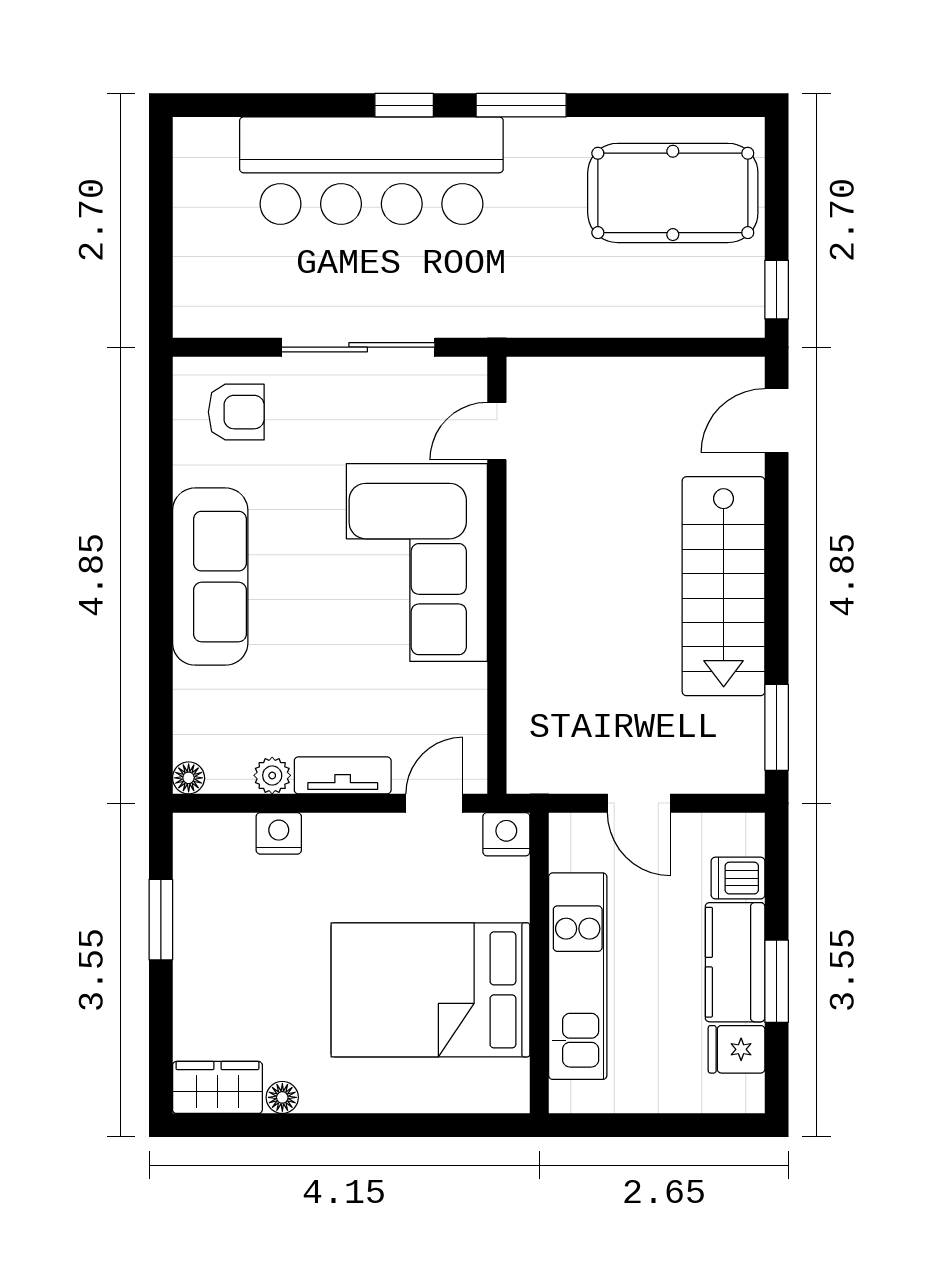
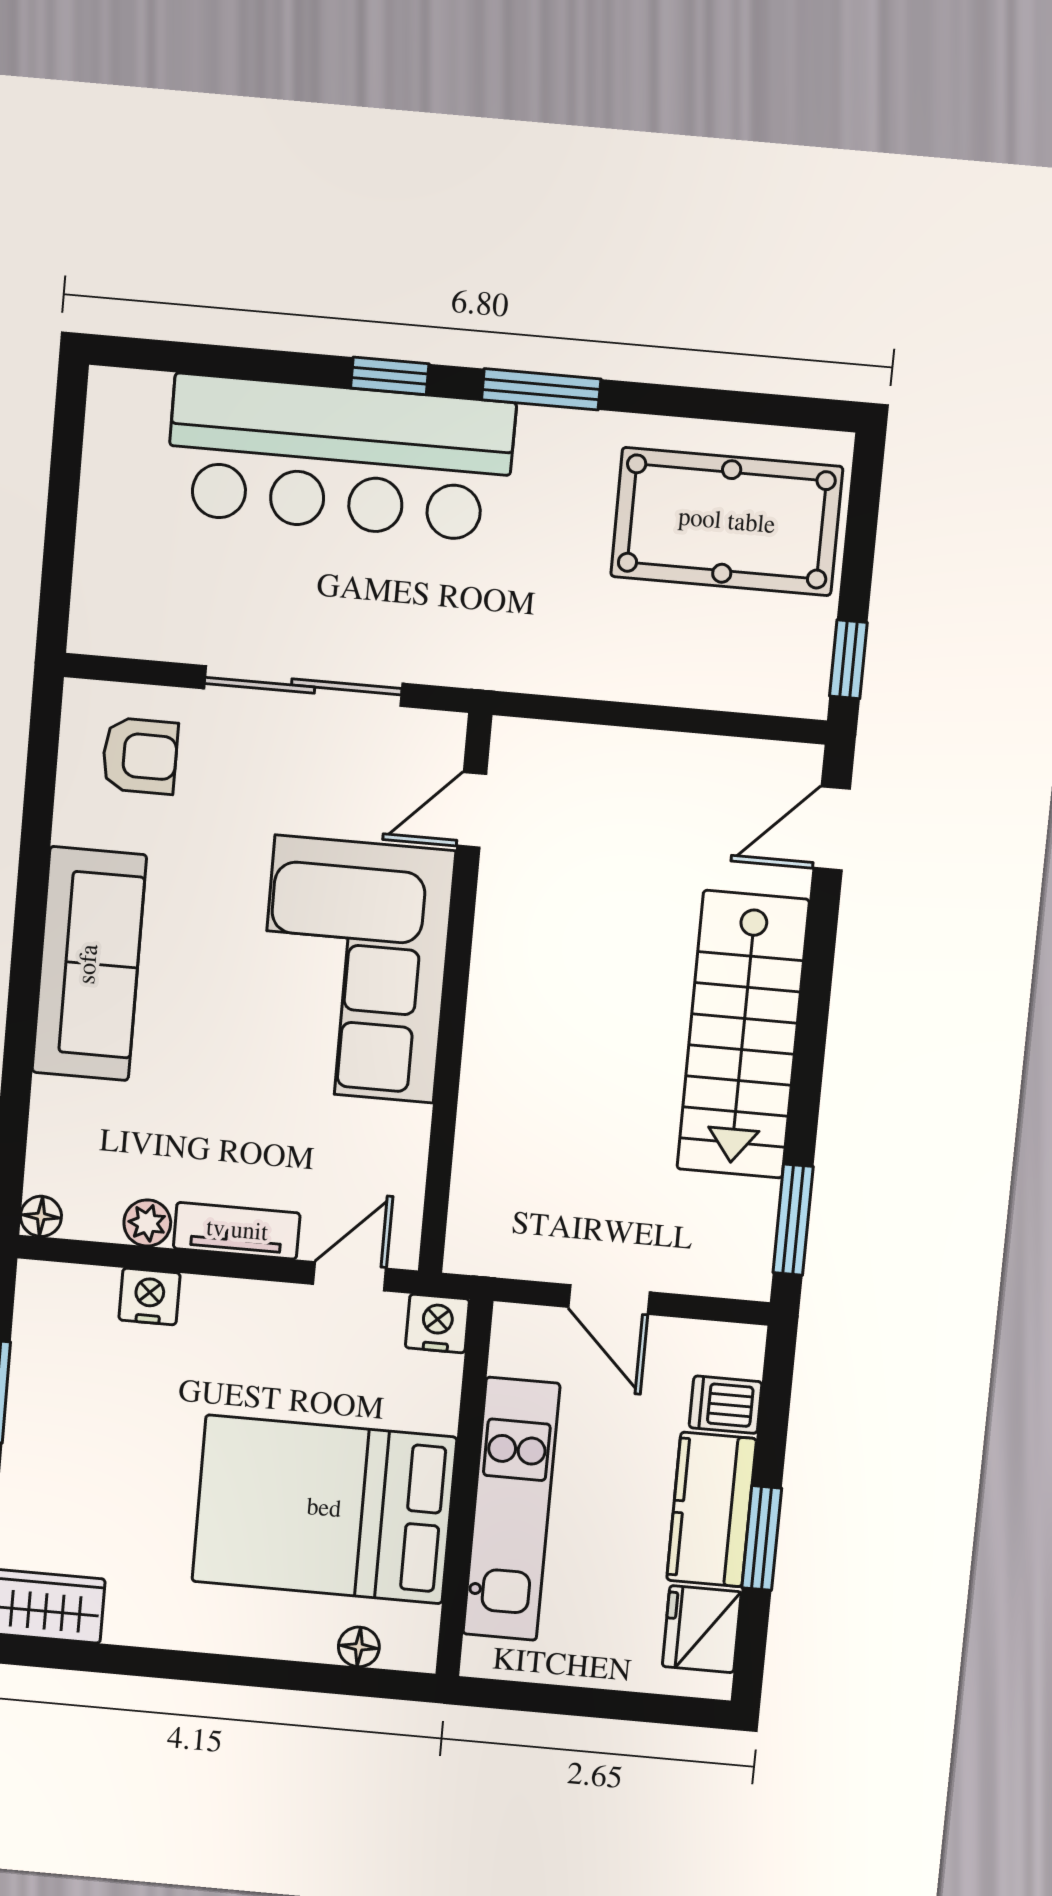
fridge: (737, 1049) -> (702, 1629), width x1.38
floor lamp: (282, 1097) -> (359, 1647), moved

